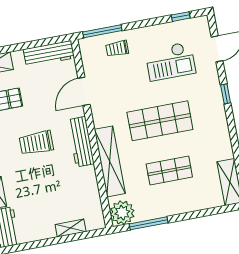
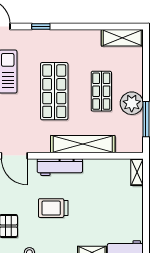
trolley: (36, 143) -> (53, 208), turned 90
plant: (122, 213) -> (132, 103), moved
shelving: (71, 228) -> (137, 172), moved

